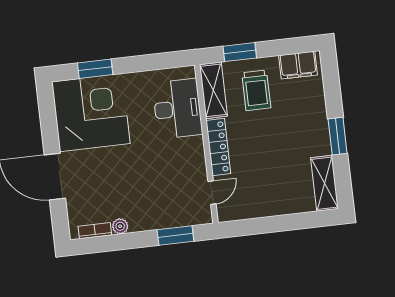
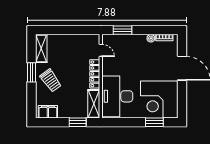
trolley: (256, 90) -> (51, 80), moved, turned 144
desk: (177, 109) -> (117, 96), width x1.36, depth x1.30
door: (212, 193) -> (101, 50), swing flipped

